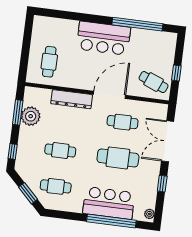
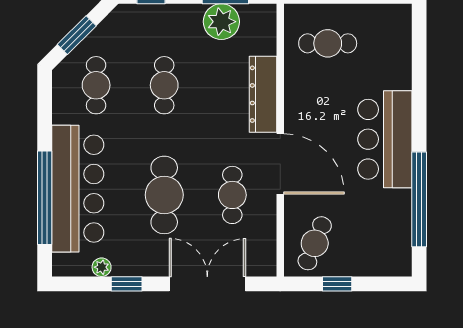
bar counter: (109, 203) -> (78, 189), width x1.36
plant: (149, 214) -> (102, 267), moved

